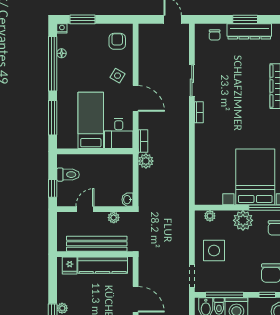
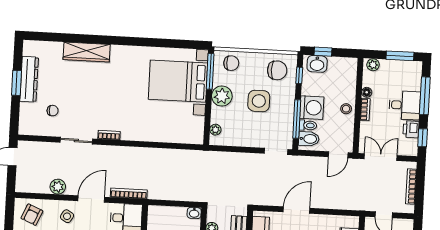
chair: (215, 35) -> (53, 111), moved
armchair: (117, 41) -> (32, 215), turned -67
bookcase: (143, 141) -> (129, 193), width x1.56
plant: (146, 161) -> (58, 187), moved
side table: (214, 251) -> (259, 101), moved

